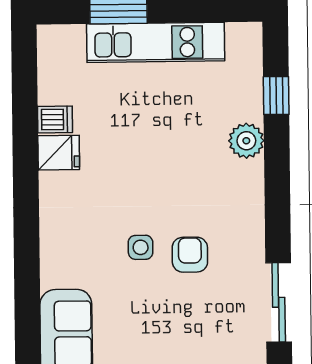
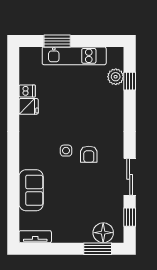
plant: (246, 141) -> (116, 77), moved
armchair: (190, 255) -> (89, 154), turned 180

